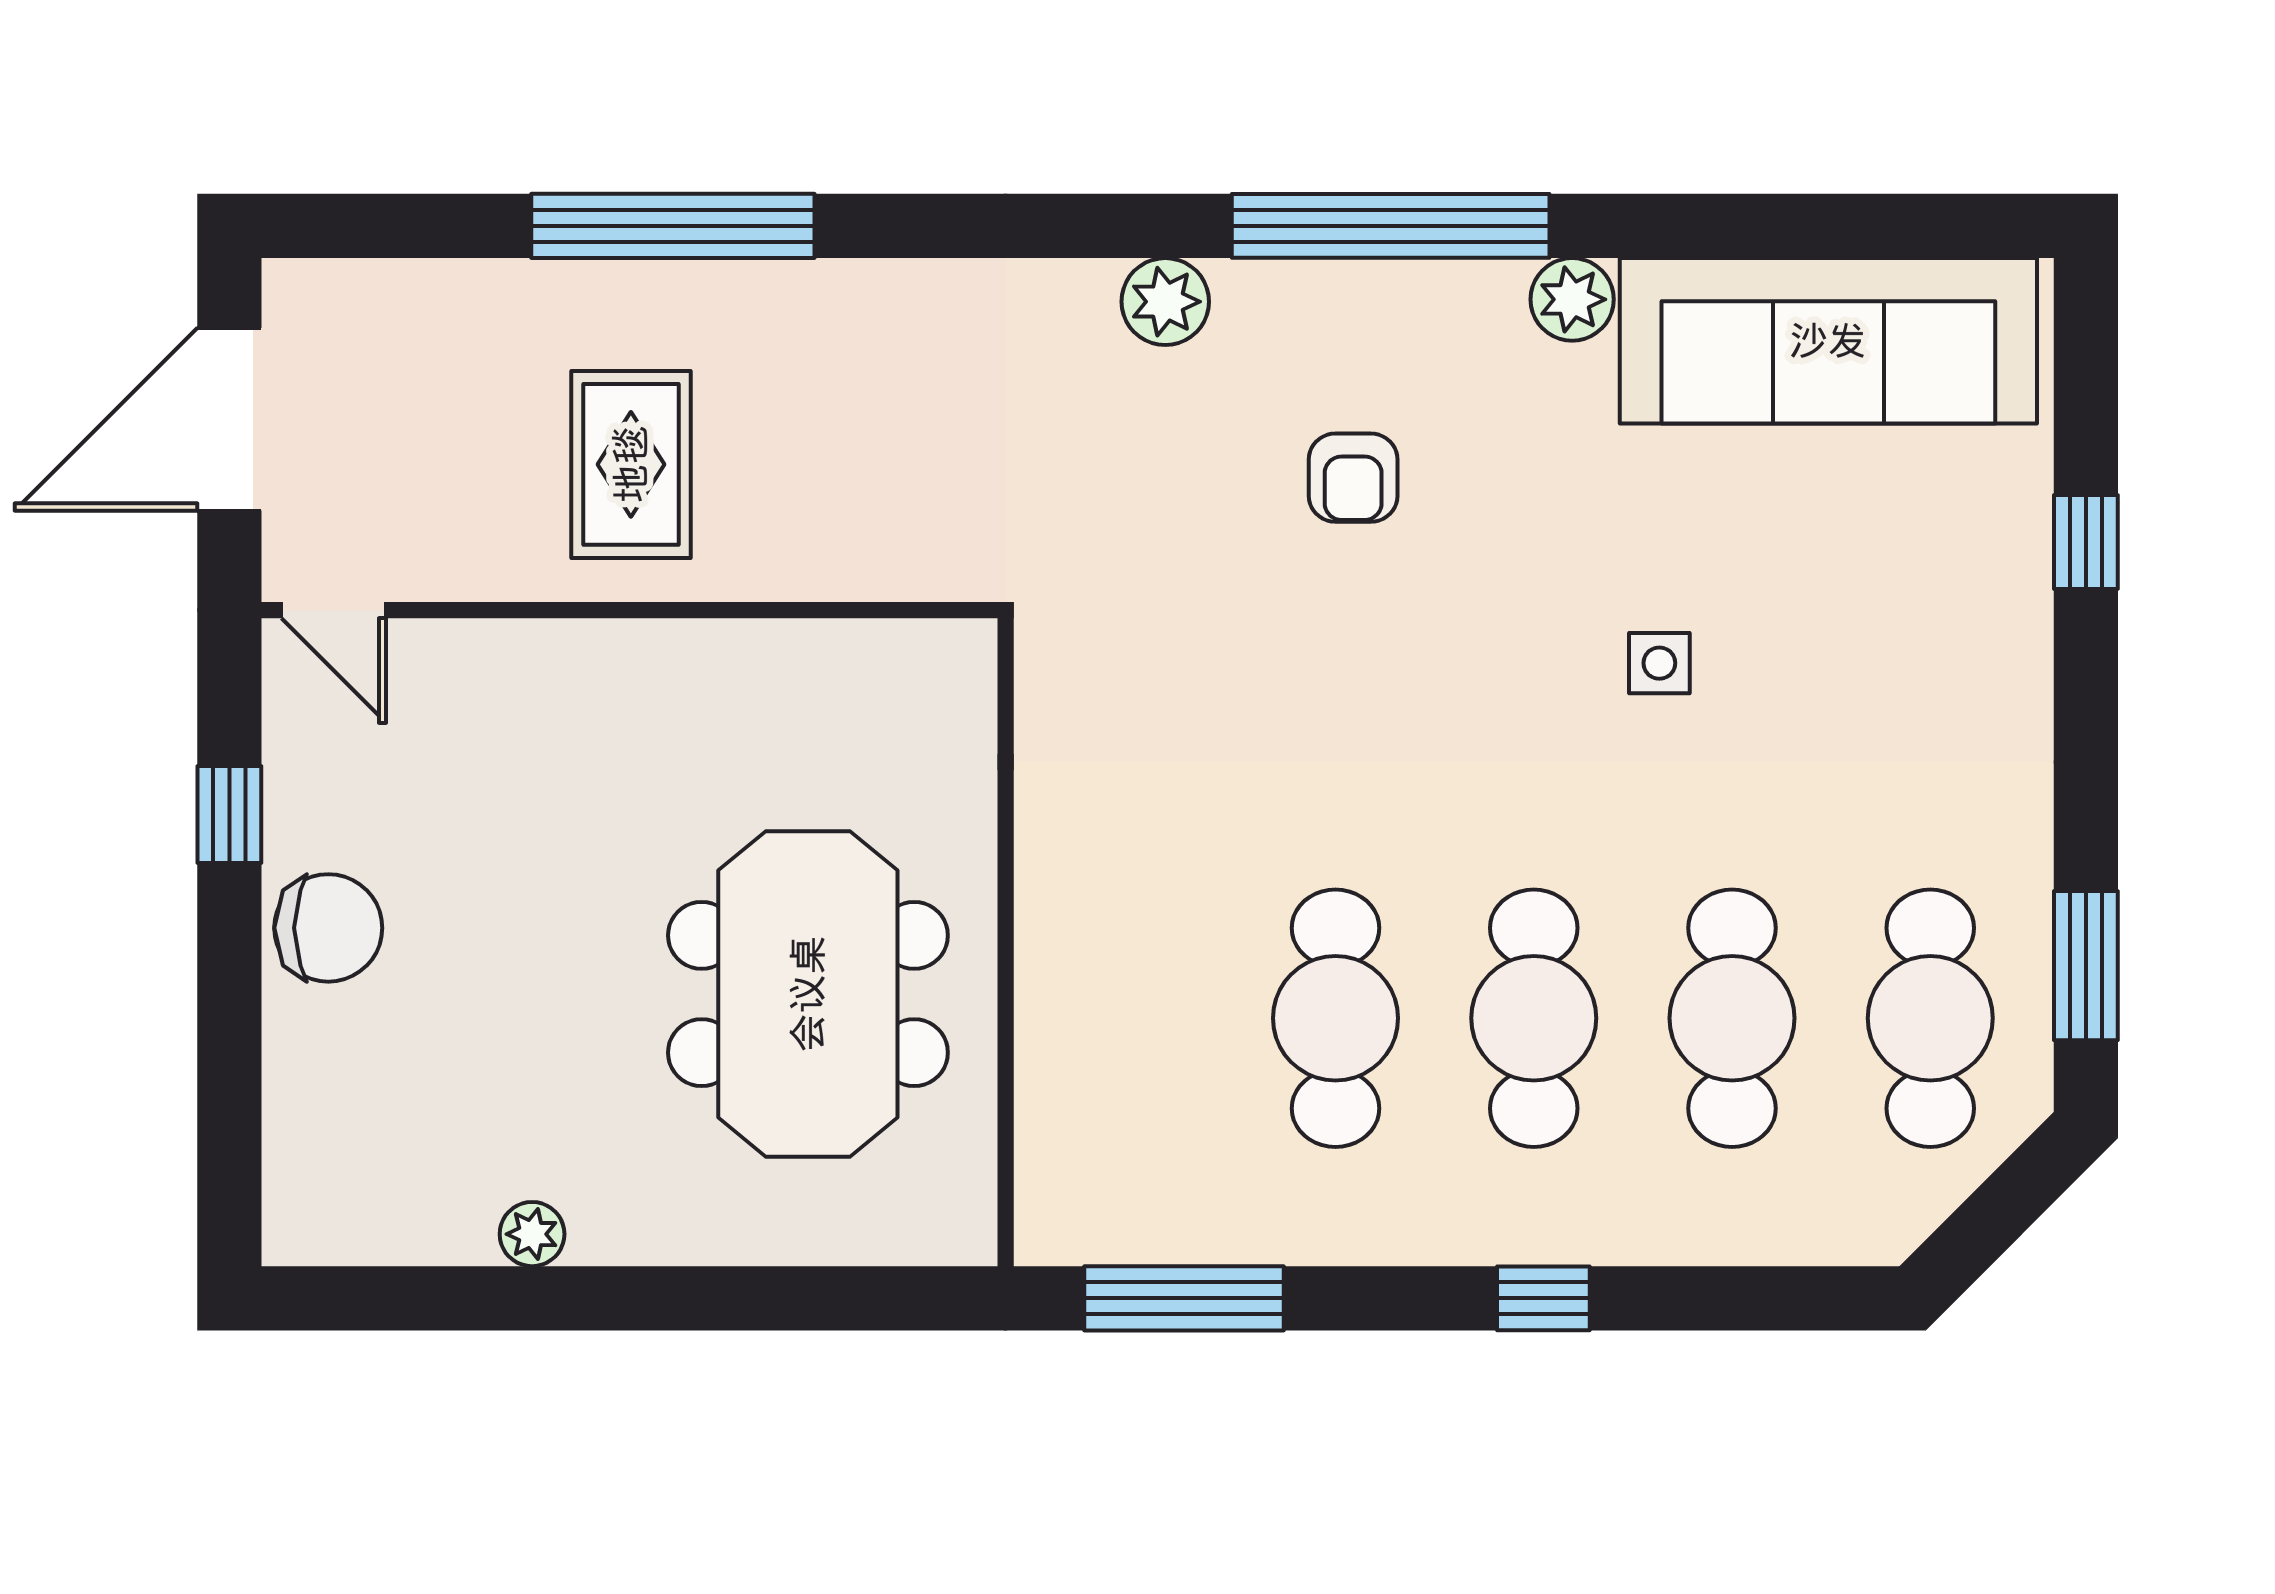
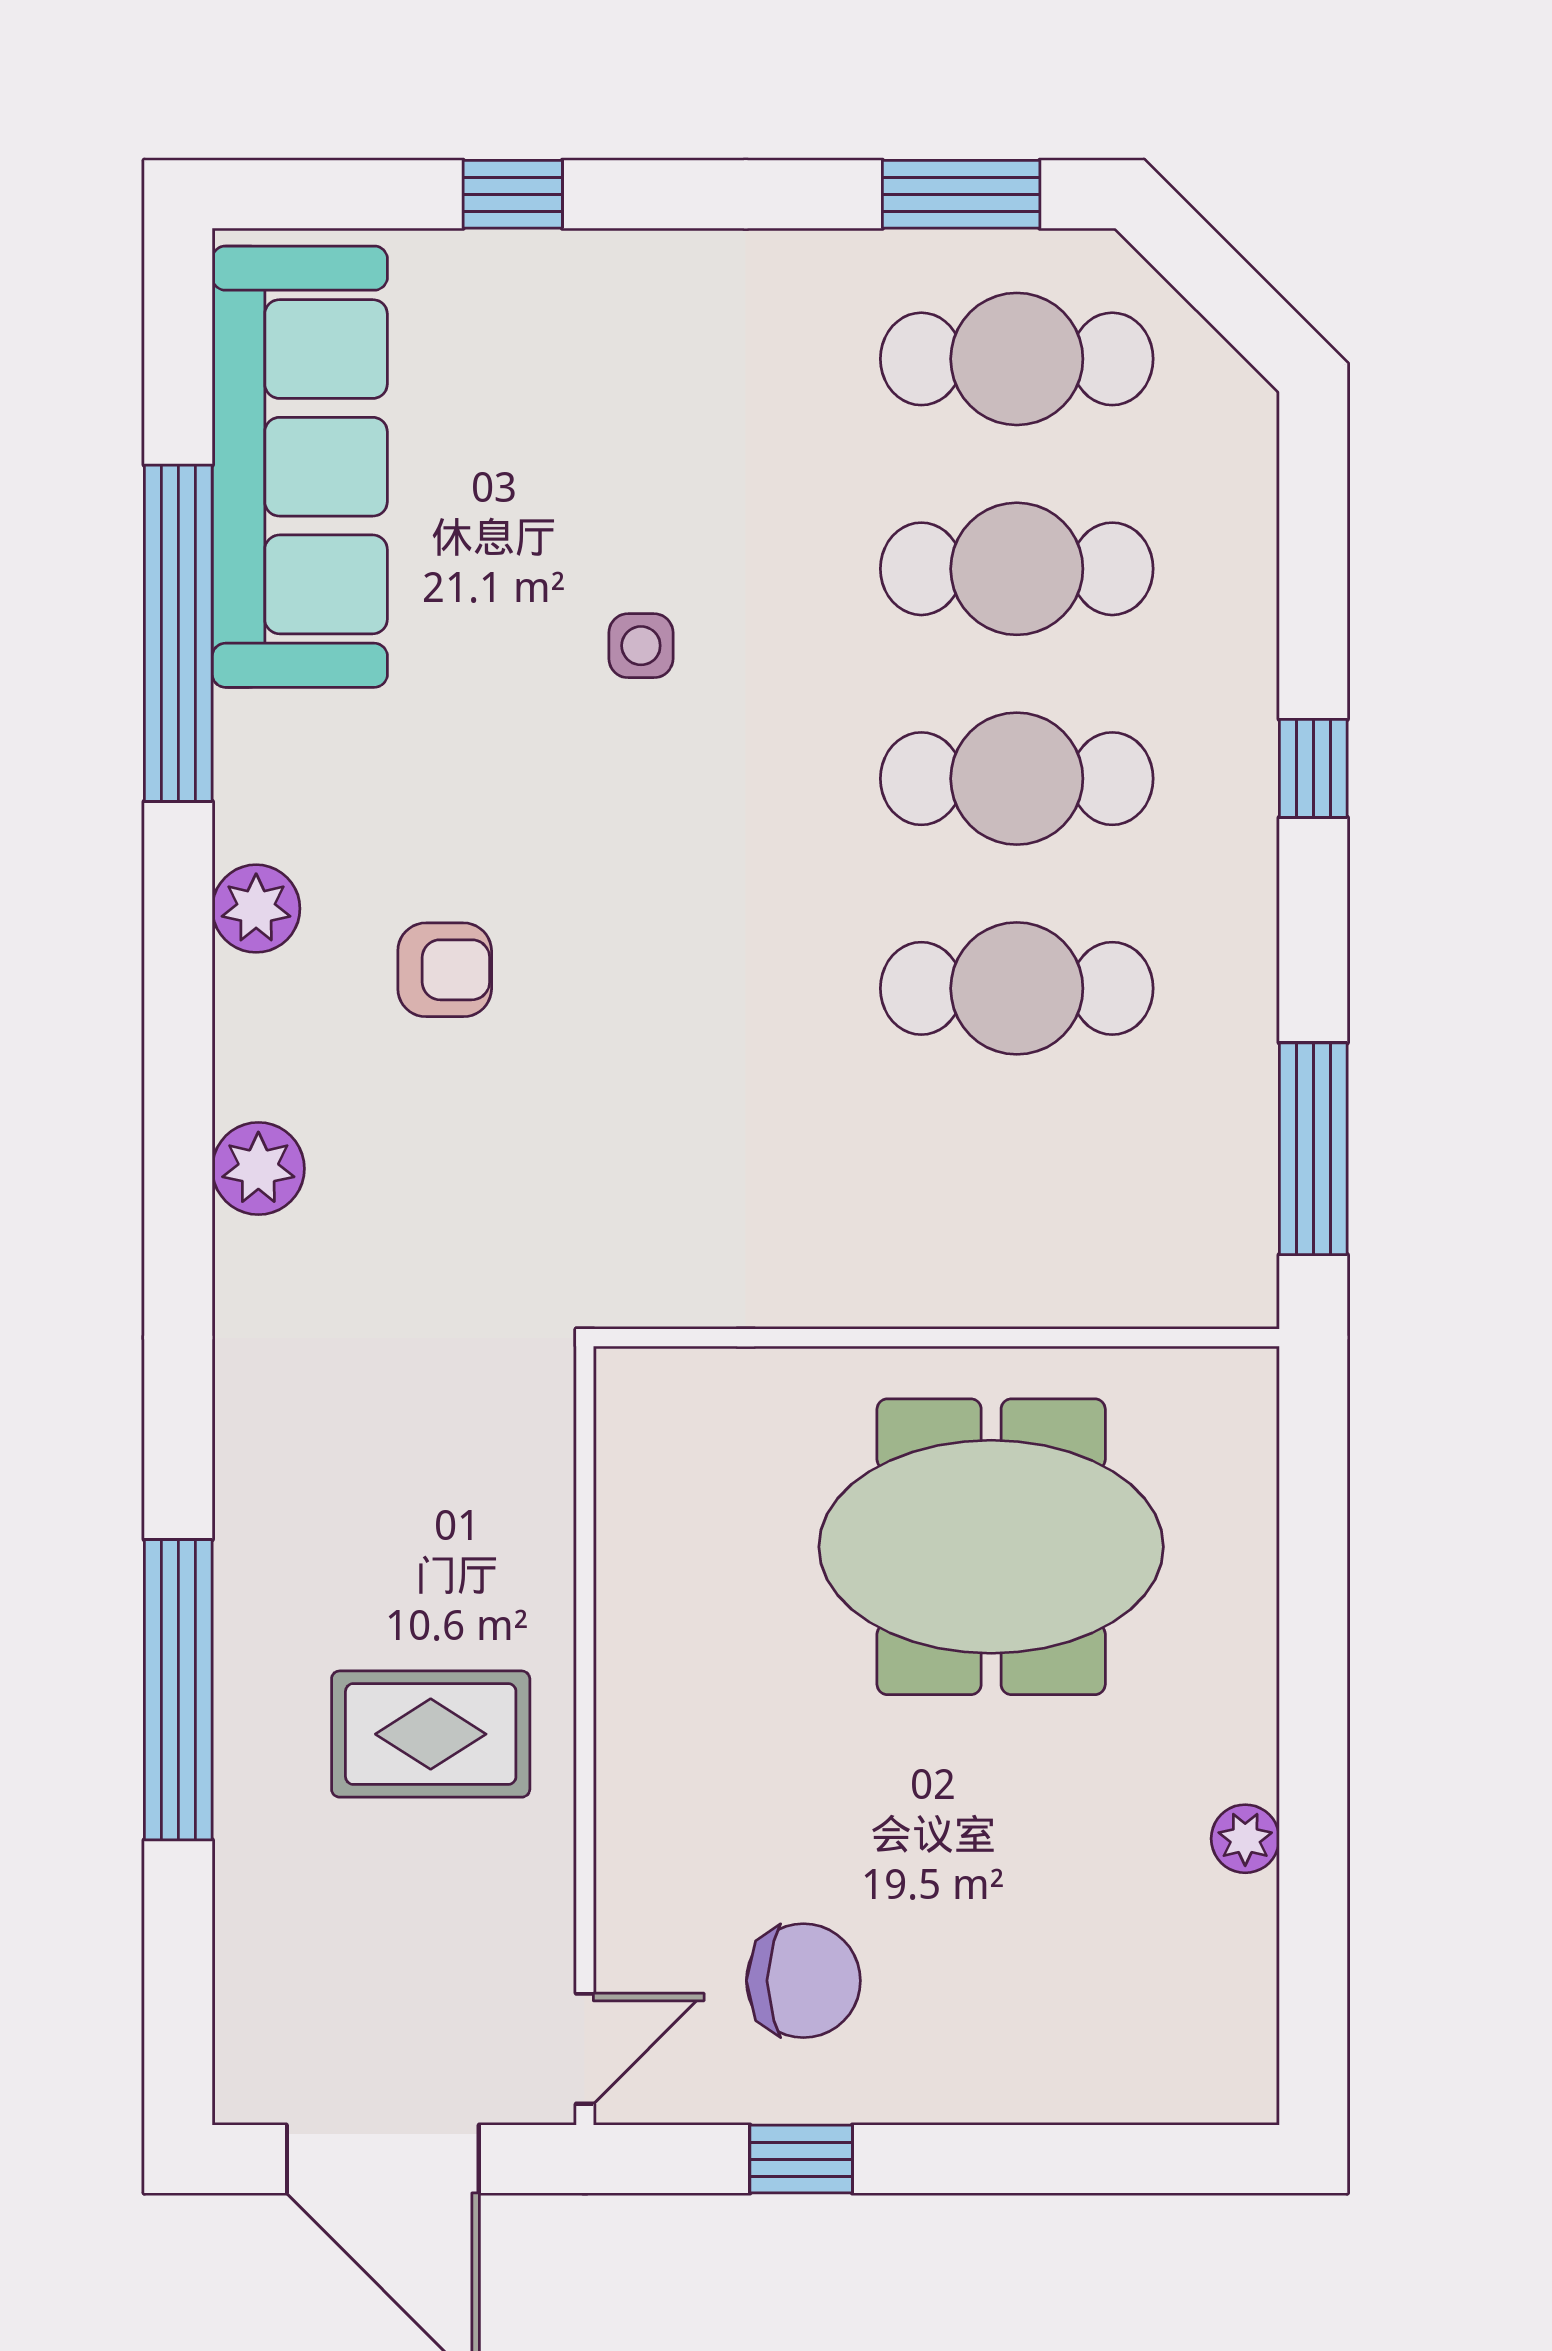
window: (1391, 226) -> (178, 633), moved
plant: (1572, 299) -> (256, 909), moved
chair: (328, 928) -> (803, 1981), moved, turned 90

